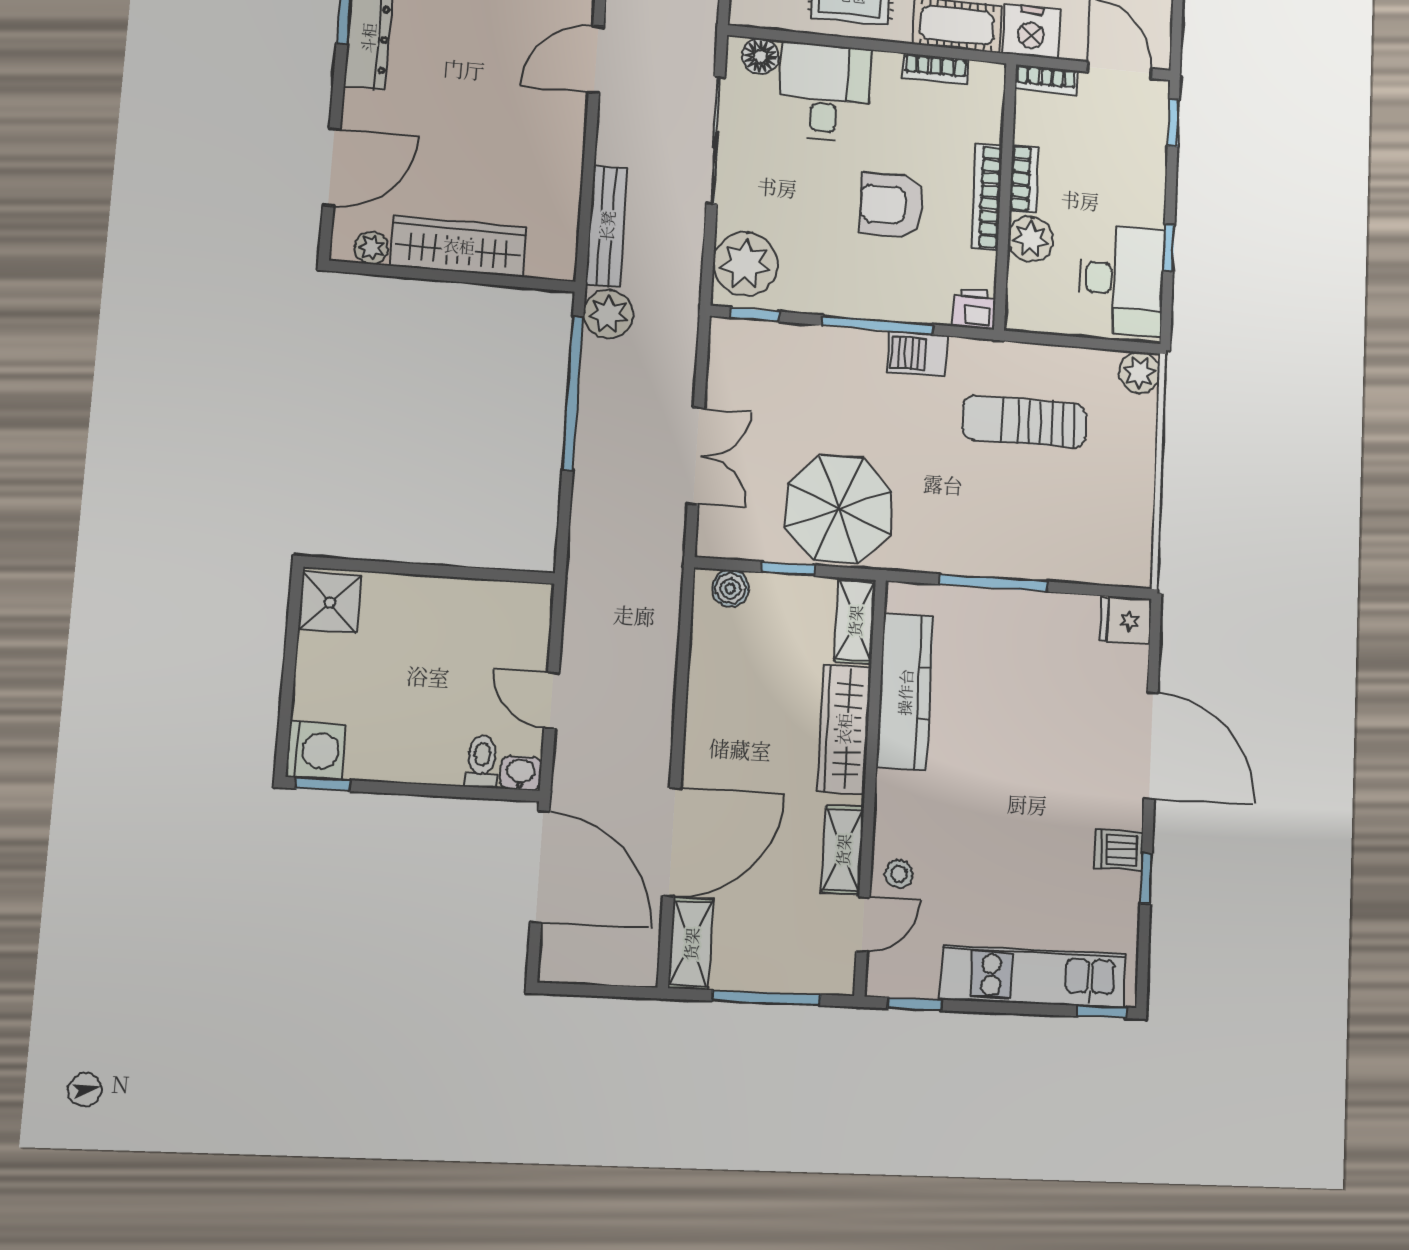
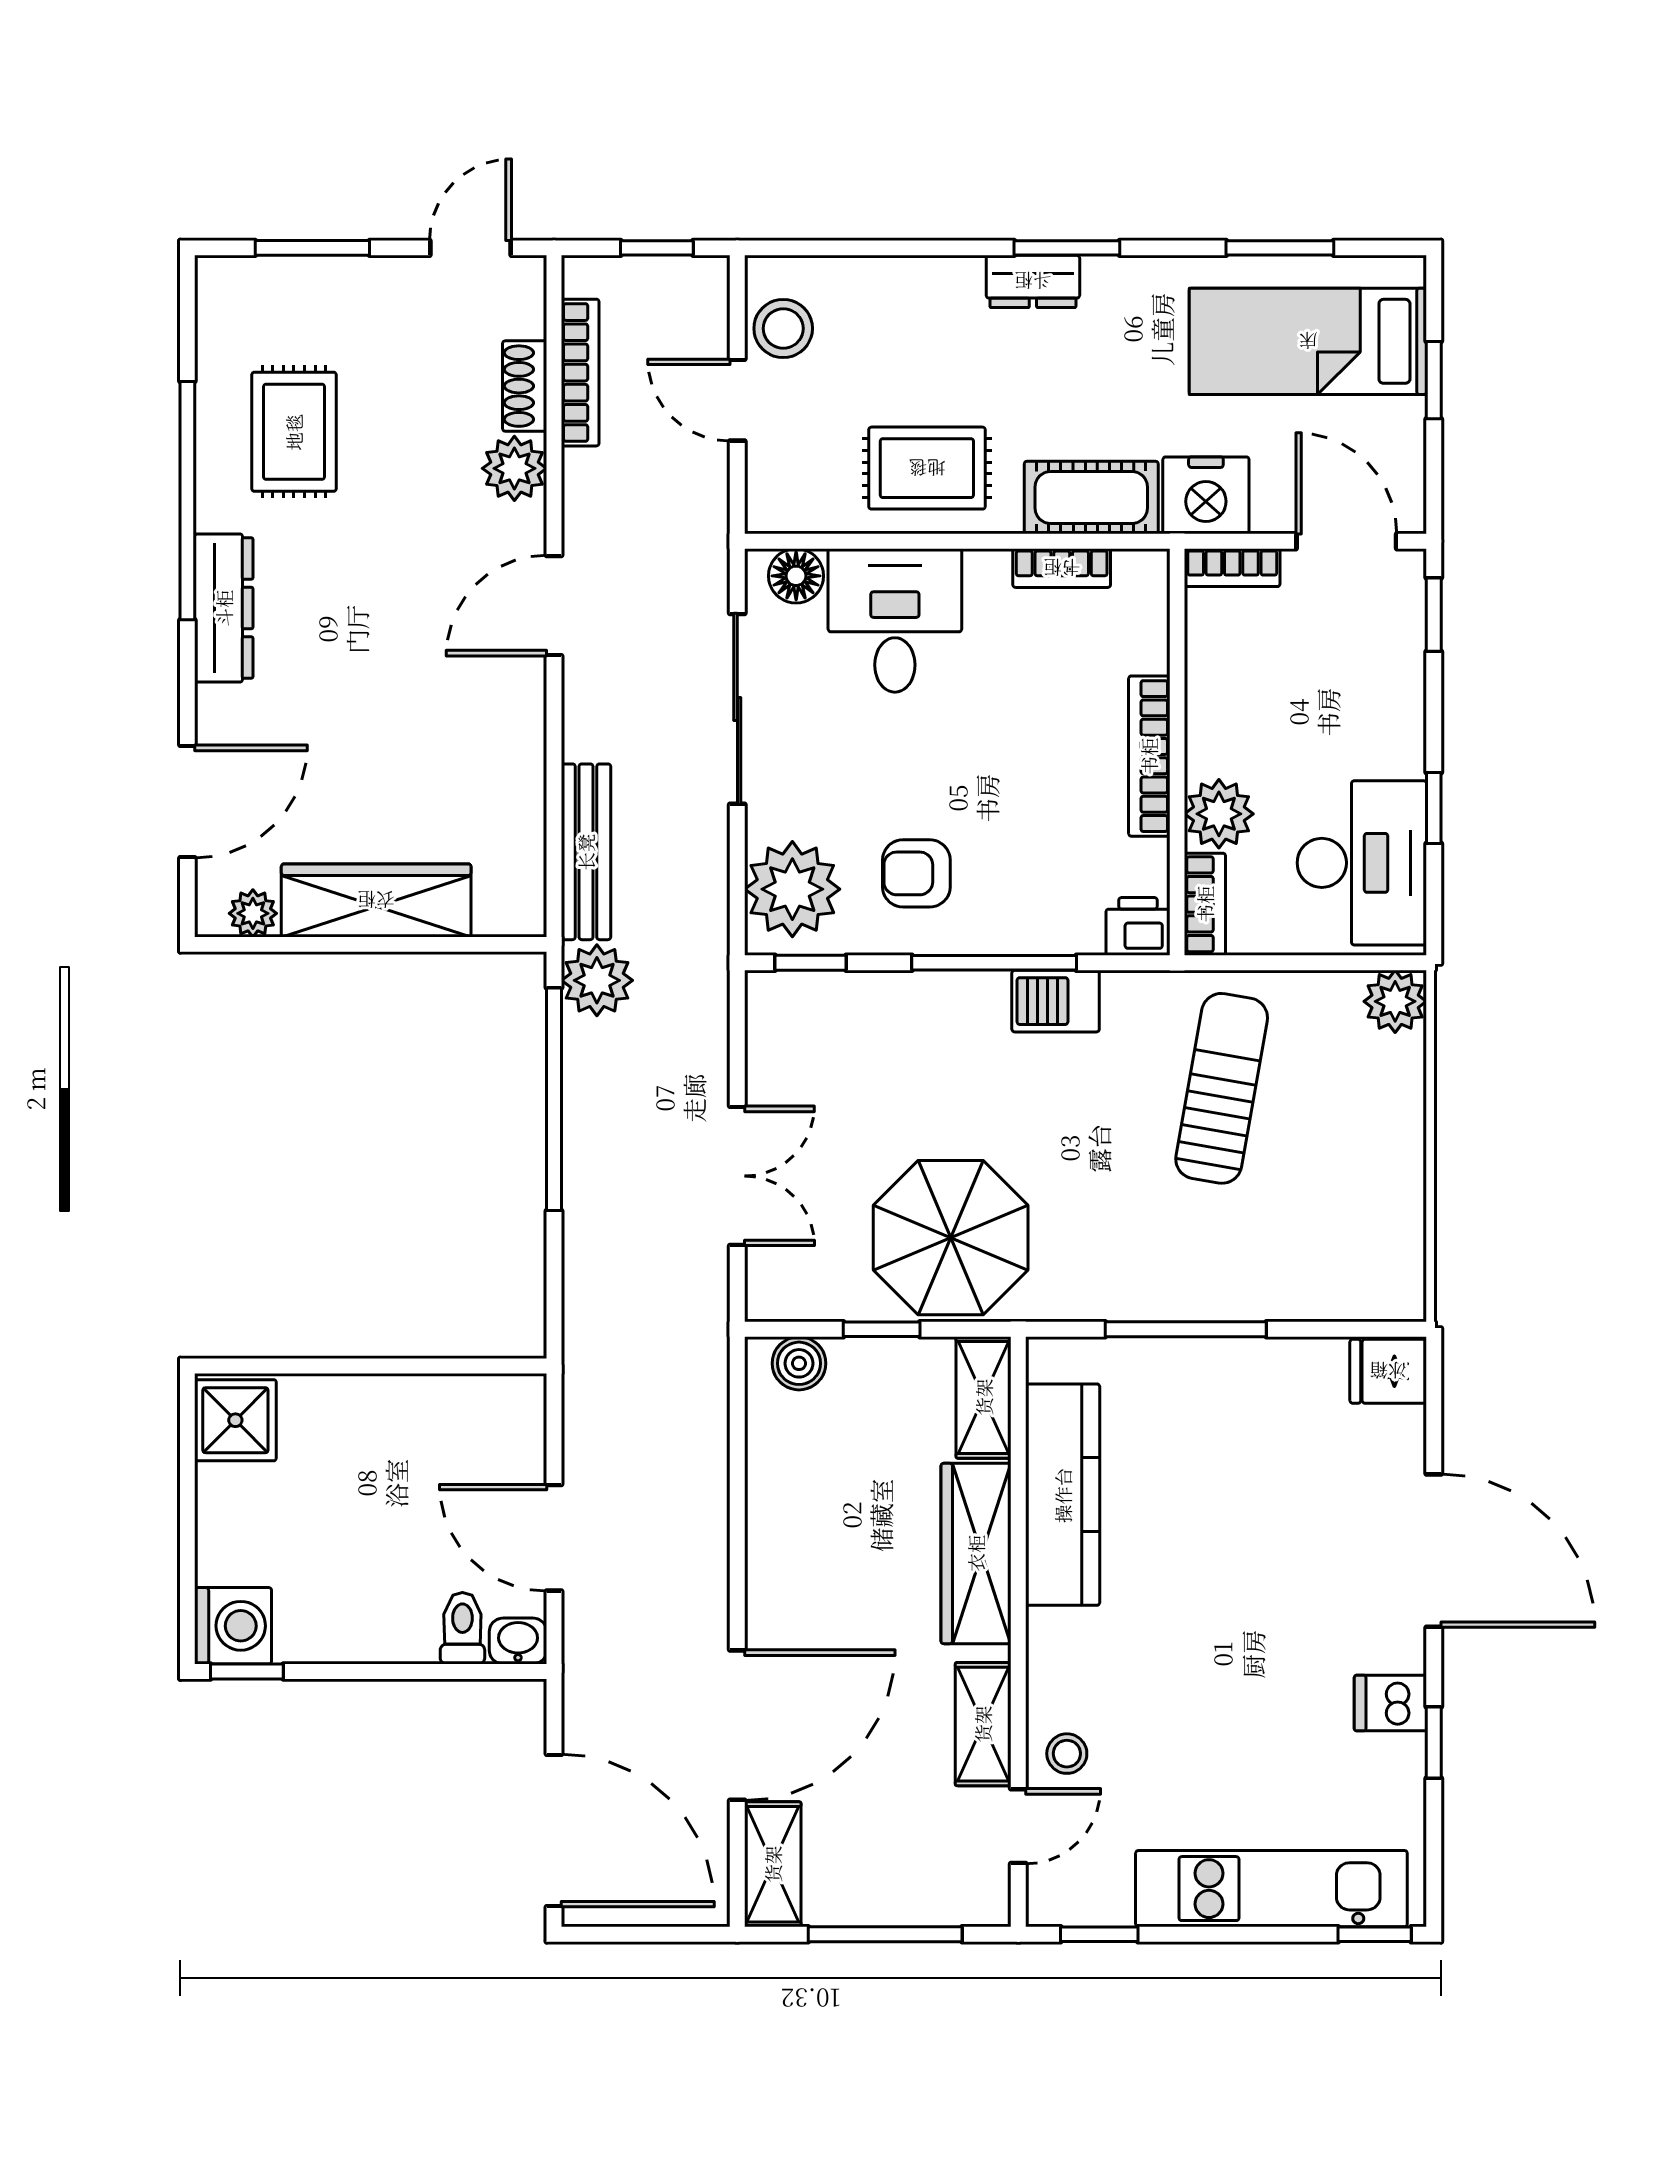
bookcase: (1024, 179) -> (1205, 904), moved
armchair: (892, 205) -> (916, 873), moved, width x0.72, depth x0.72
sun lounger: (1024, 421) -> (1222, 1088), turned 100
door: (551, 700) -> (554, 1538), width x1.38
door: (540, 867) -> (554, 1830), moved

